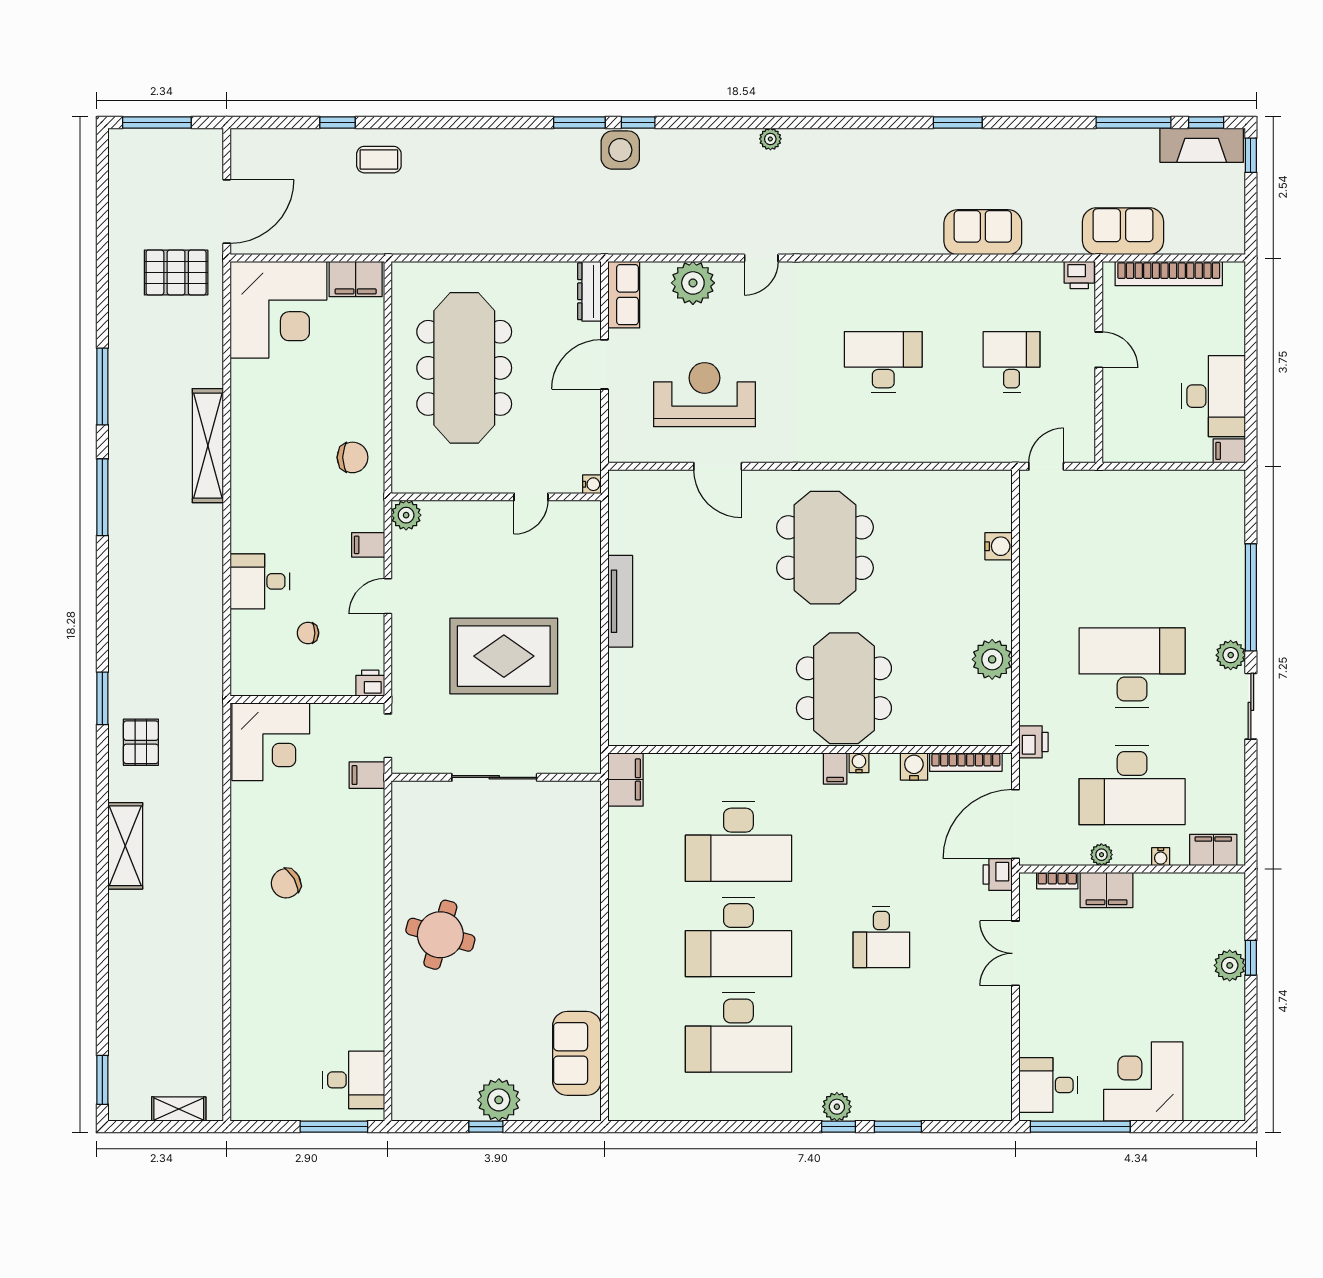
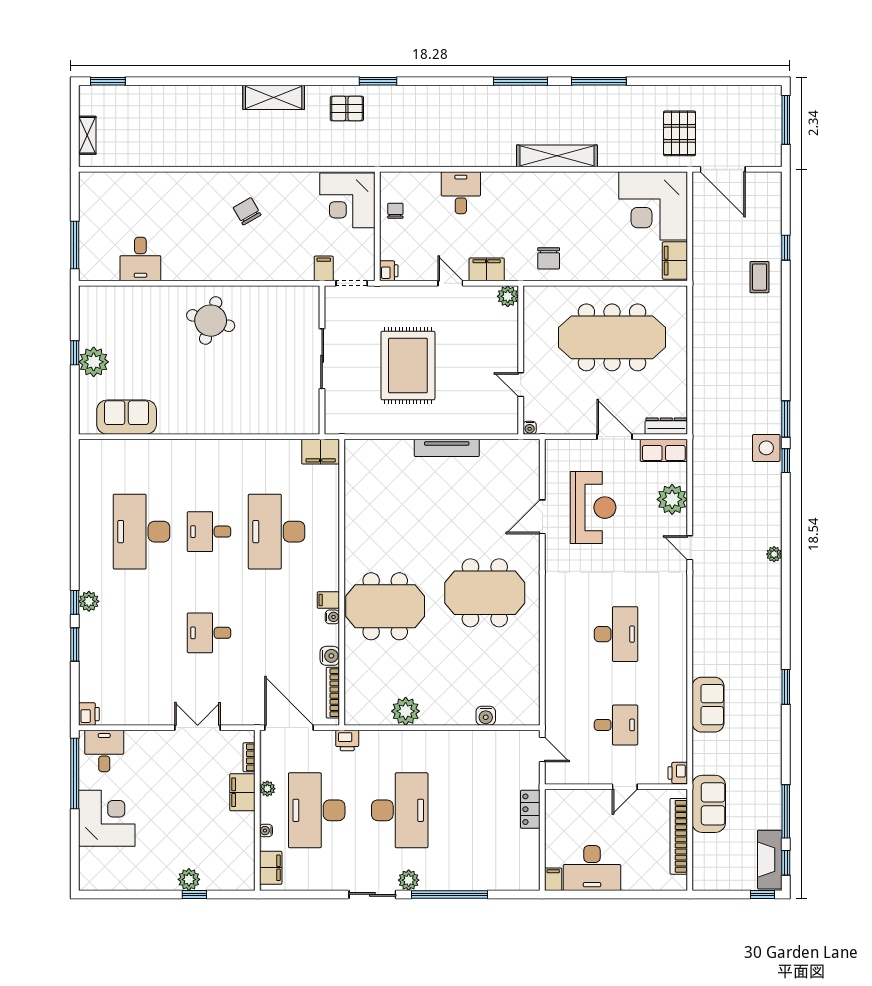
locker: (1131, 483) -> (530, 809), added
filing cabinet: (368, 545) -> (487, 269), width x2.00
chair: (308, 633) -> (395, 211), moved
printer: (998, 875) -> (89, 714), moved, turned 90
desk: (738, 937) -> (209, 532), width x0.53, depth x0.77
desk: (354, 1080) -> (140, 259), moved

